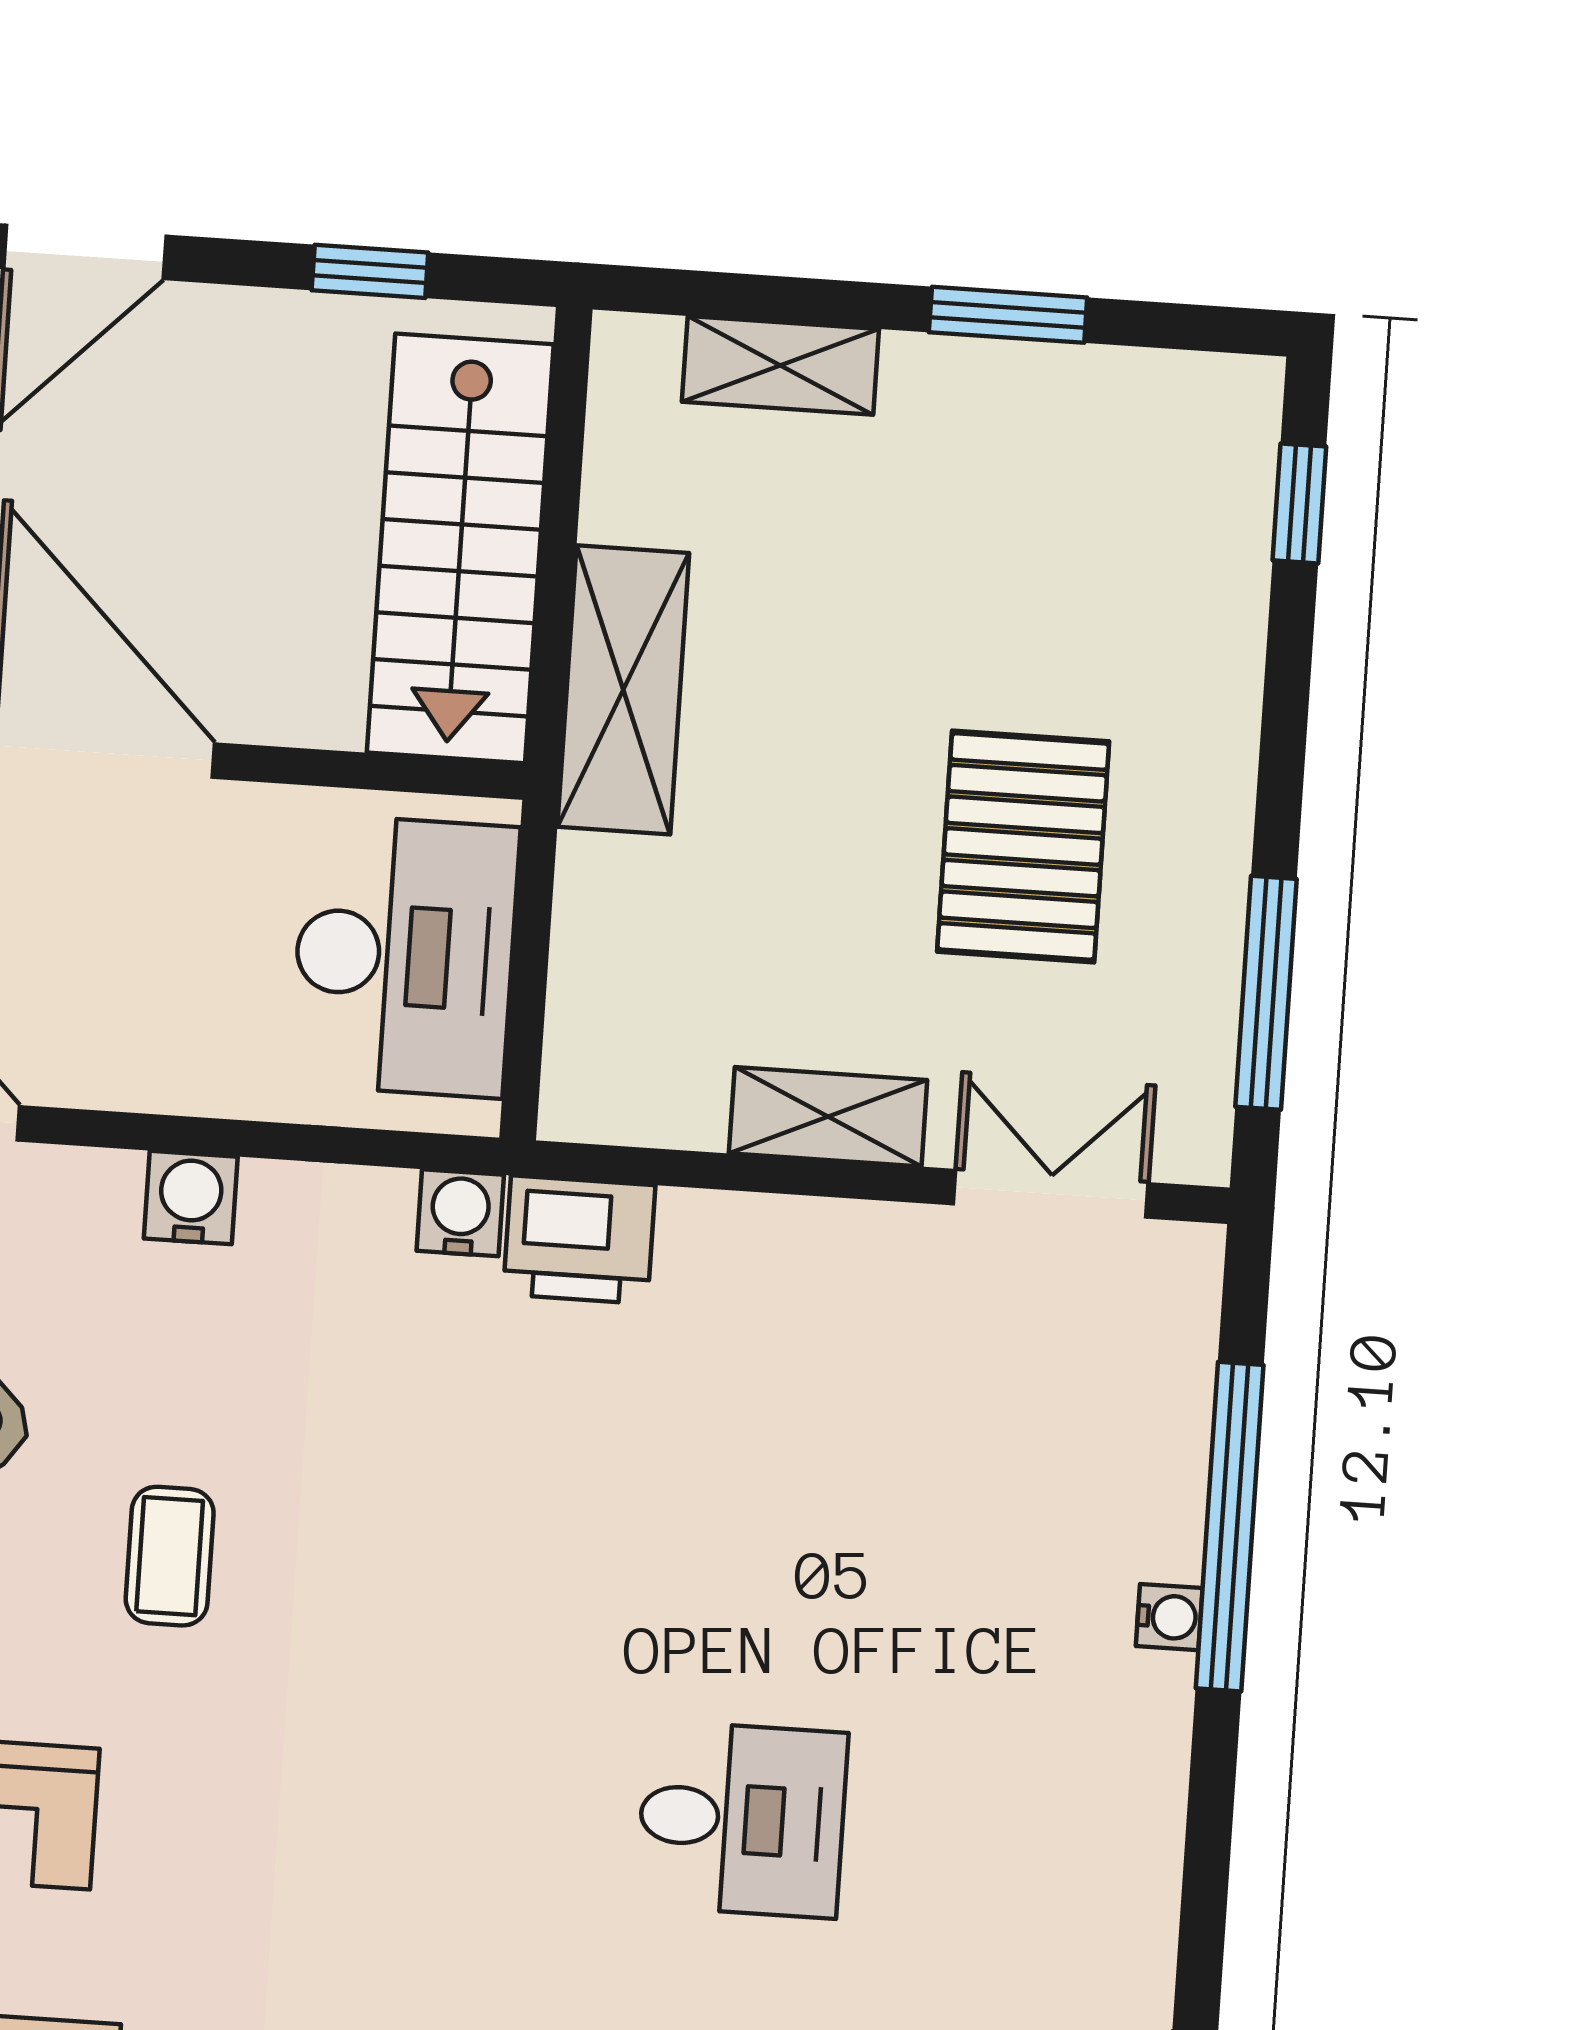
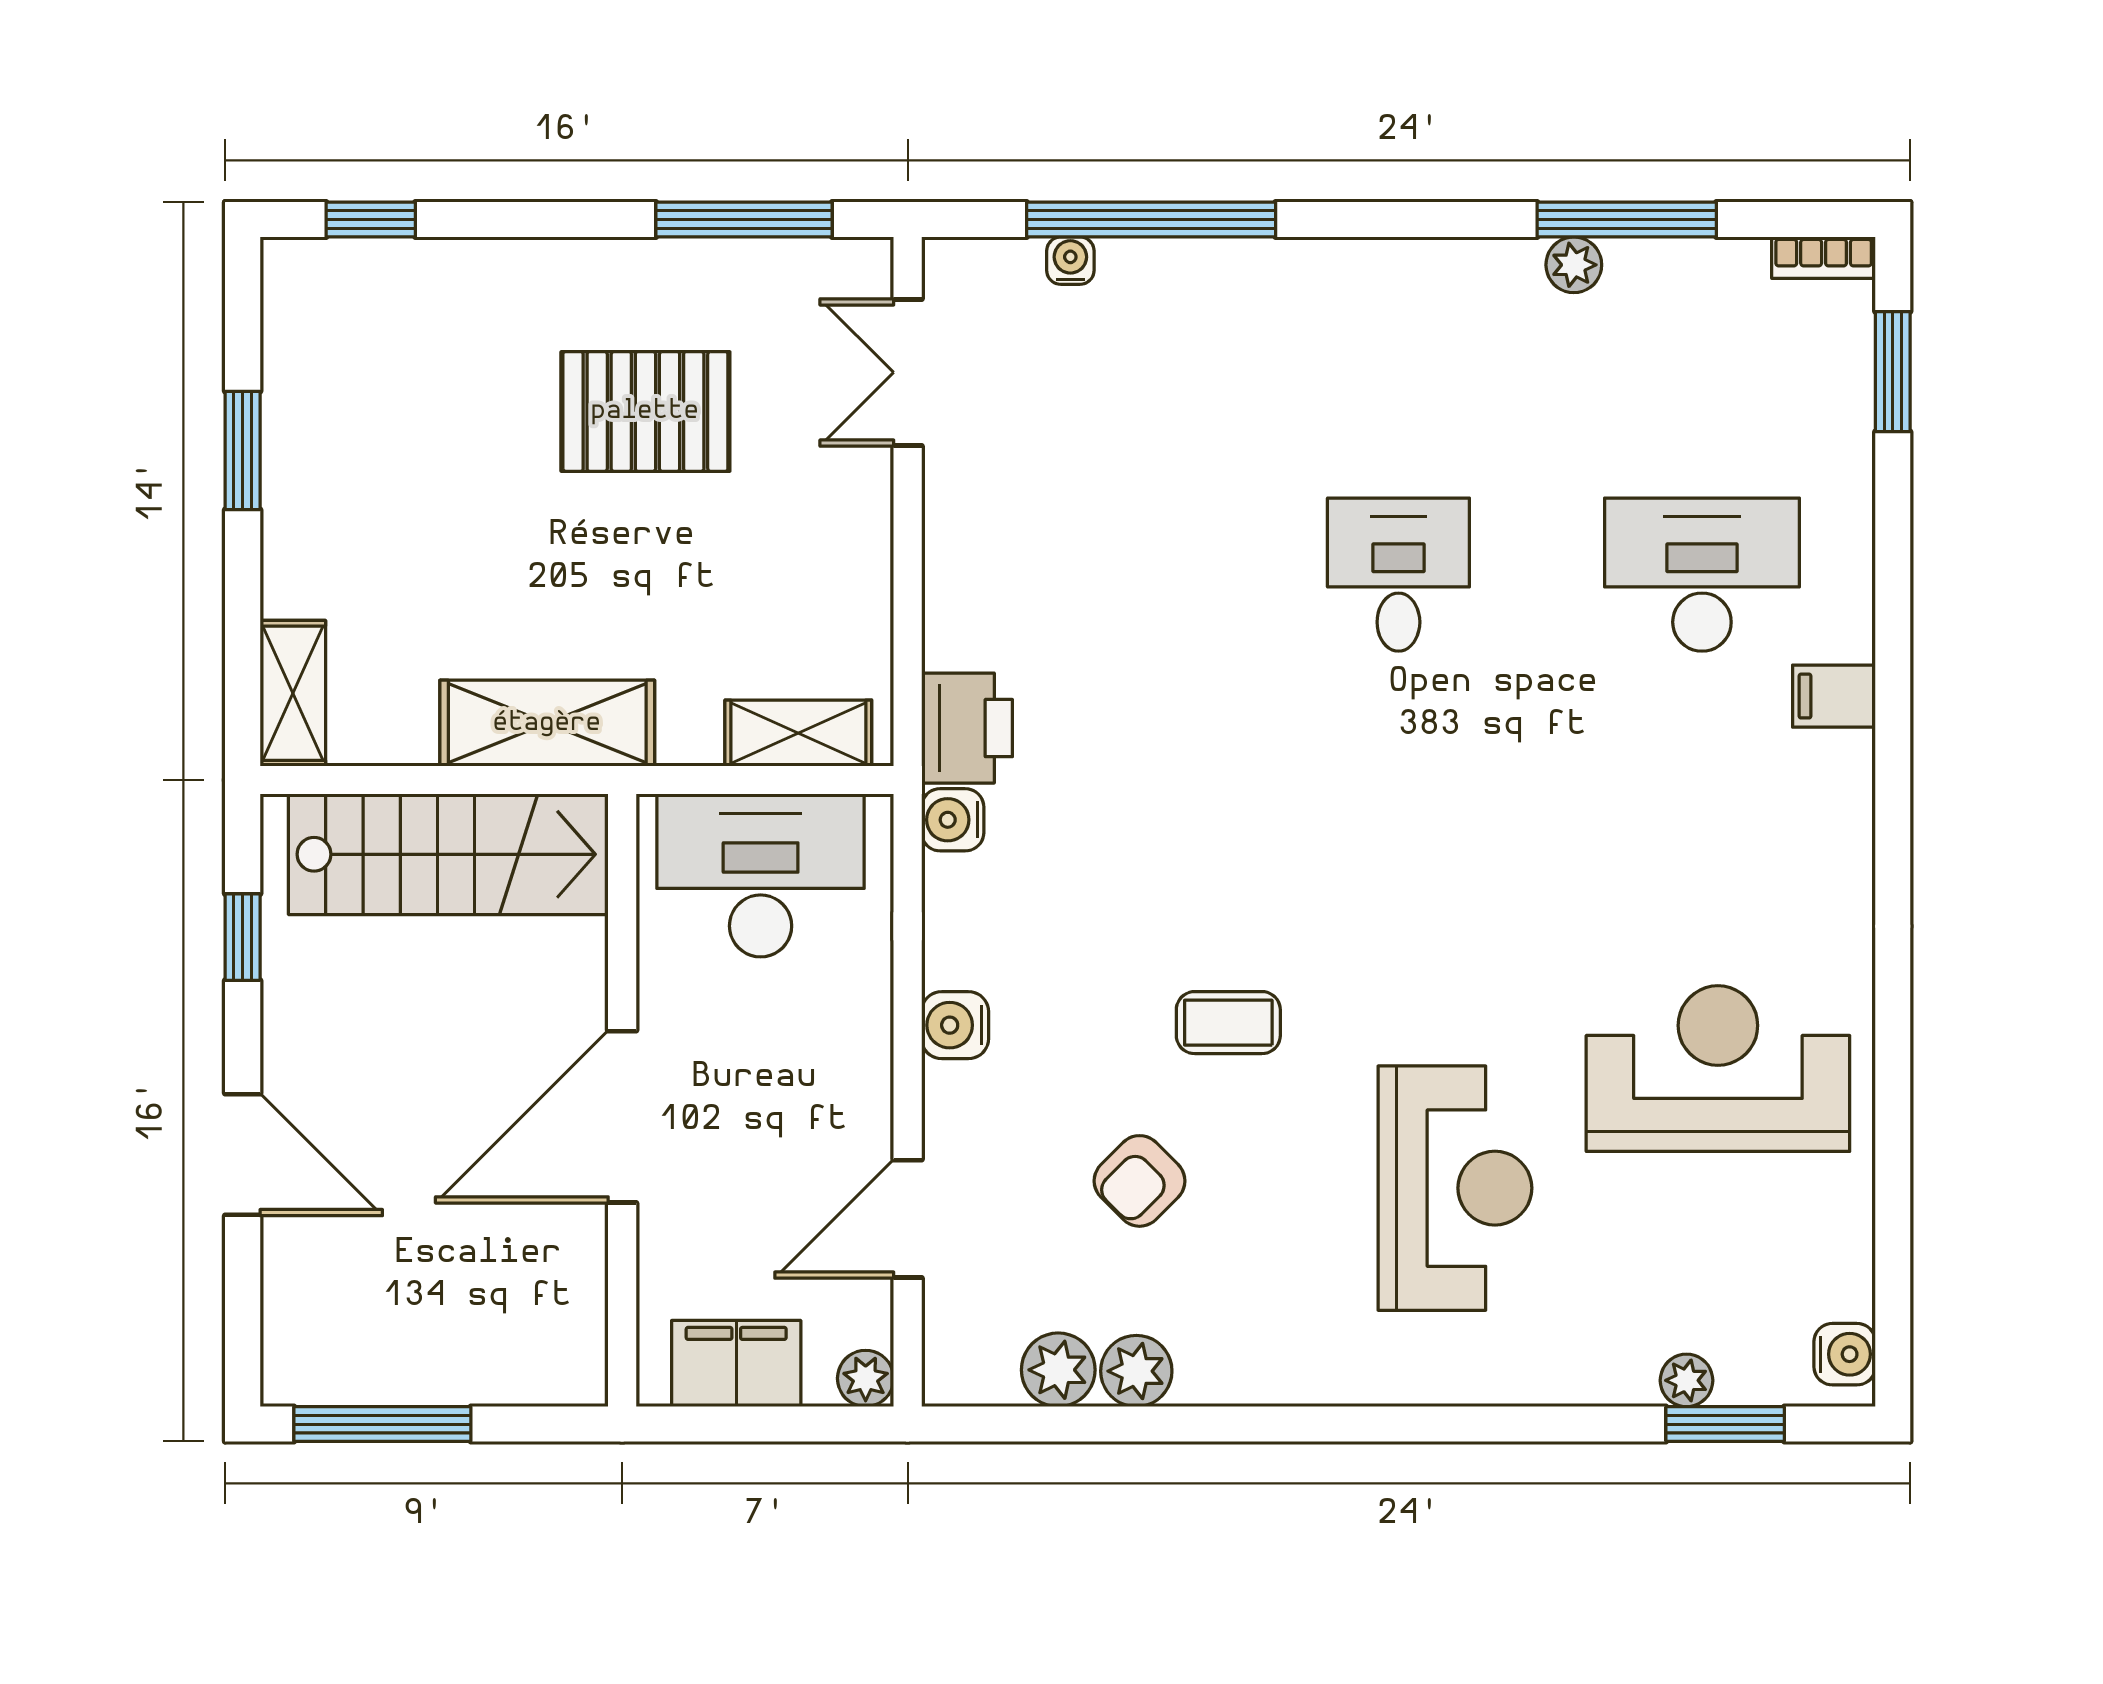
shelving: (780, 365) -> (293, 693), moved
shelving: (828, 1117) -> (798, 733), moved, turned 90
water cooler: (1169, 1617) -> (1070, 261), moved

